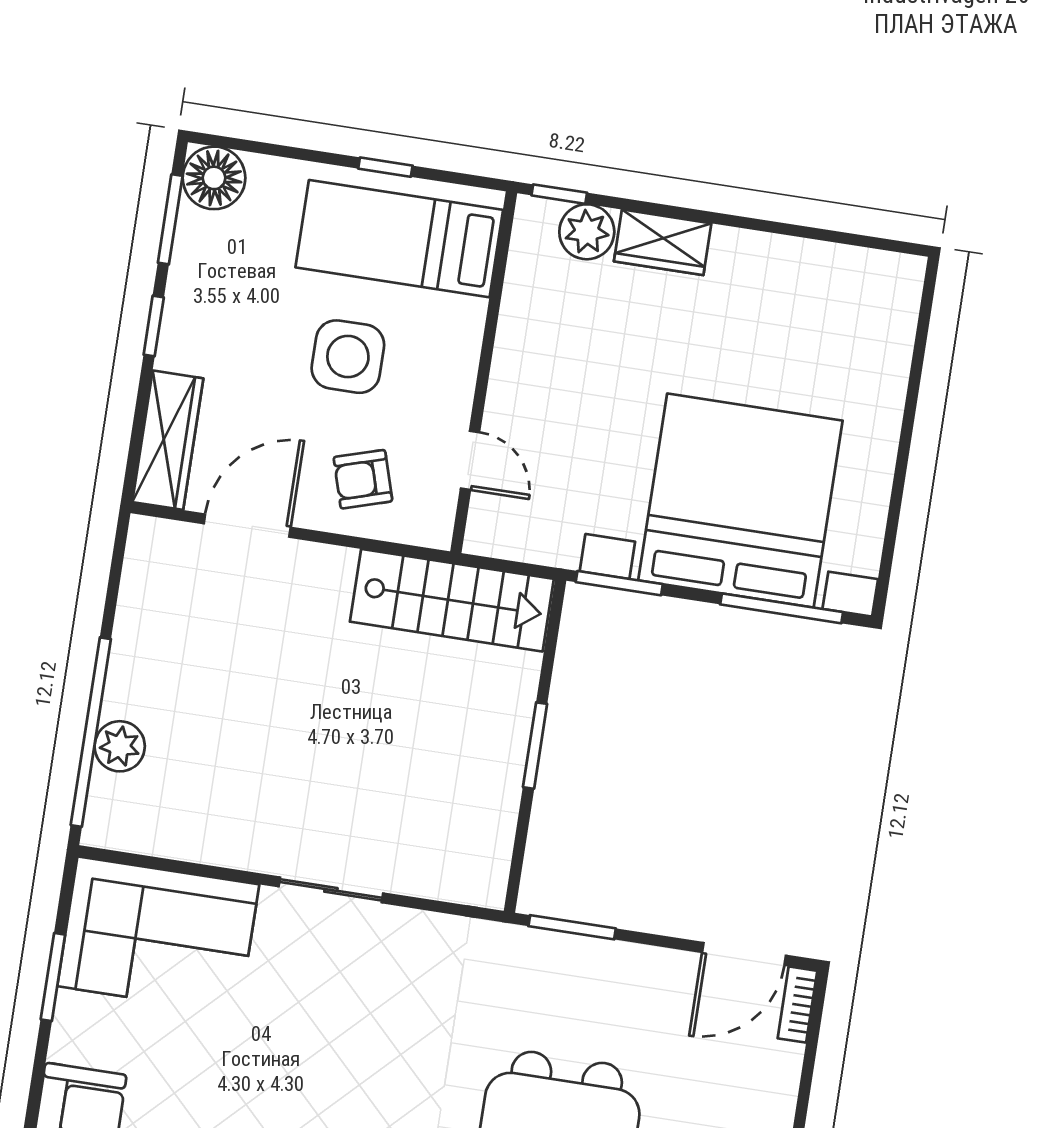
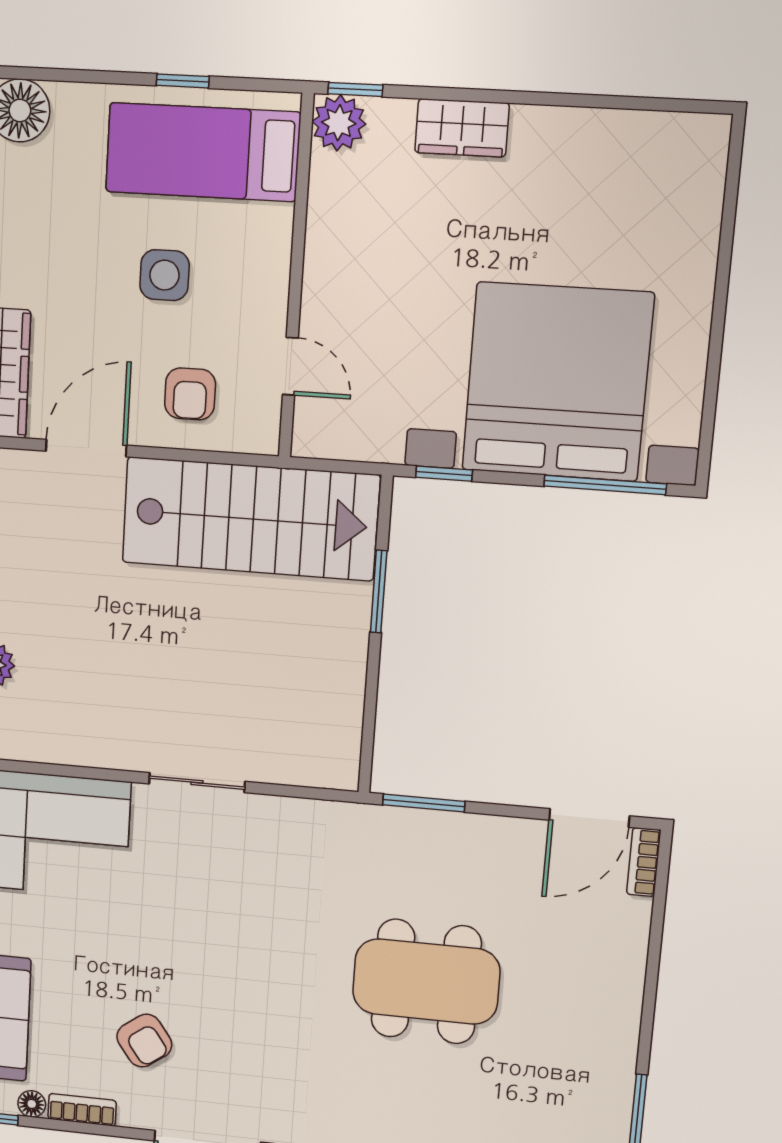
plant: (587, 232) -> (339, 123), moved
side table: (348, 357) -> (165, 275), width x0.73, depth x0.73
armchair: (363, 479) -> (190, 394), turned -73
window: (619, 583) -> (444, 474), width x0.67
stairs: (452, 600) -> (250, 519), width x1.36, depth x1.51
window: (535, 746) -> (379, 592), moved

